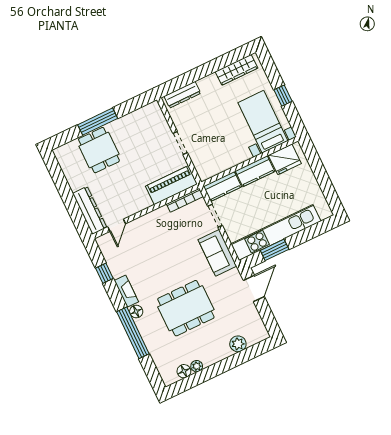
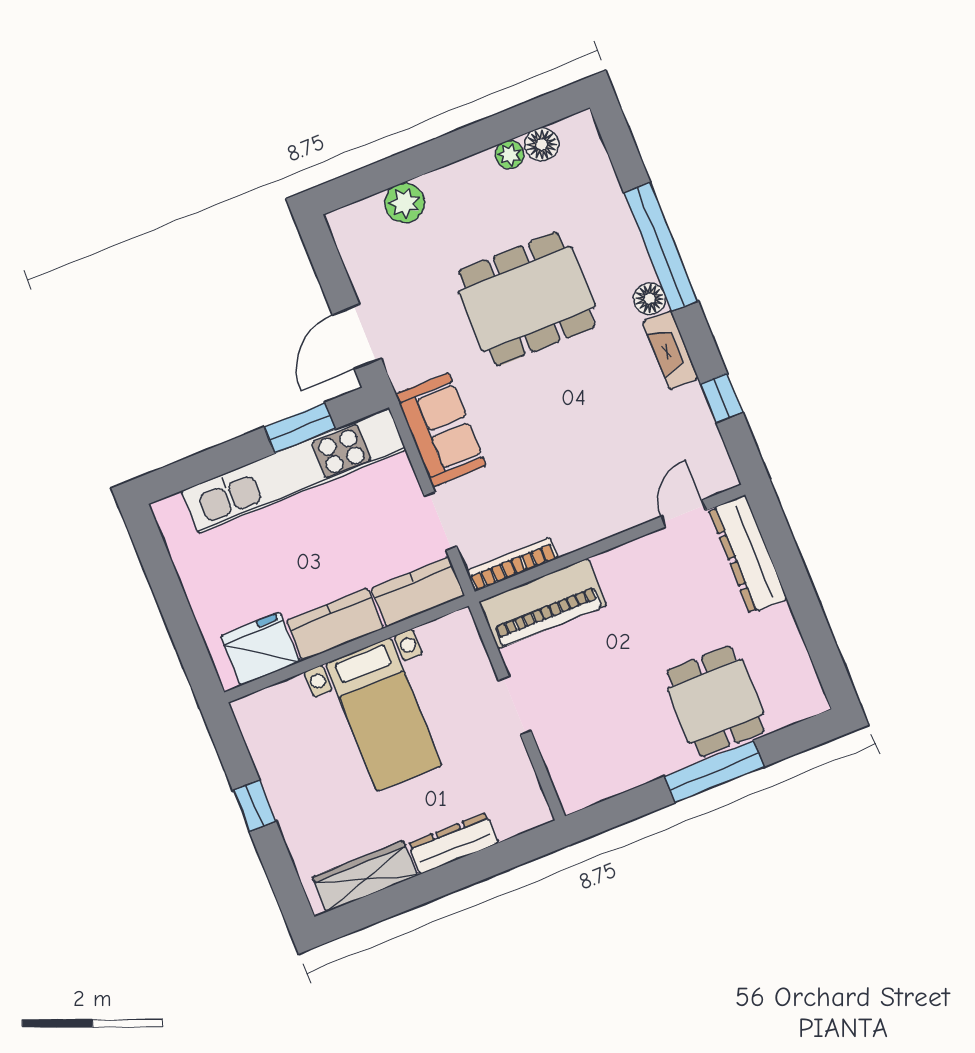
dresser: (182, 95) -> (453, 843), moved
bed with nightstands: (263, 122) -> (384, 714), moved

